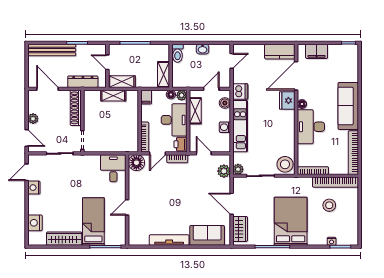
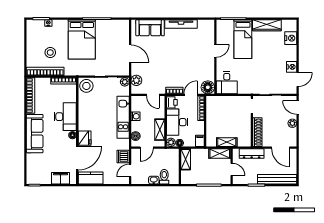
toilet: (177, 53) -> (164, 177), moved
dishwasher: (240, 91) -> (123, 157), moved
wardrobe: (240, 229) -> (123, 33), removed

